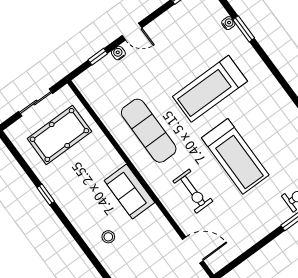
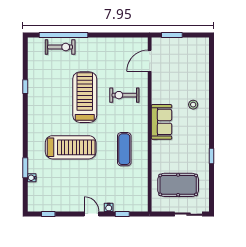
sliding door: (35, 103) -> (188, 214), moved
exercise mat: (149, 131) -> (124, 149), width x0.73, depth x0.69
exercise bike: (193, 191) -> (124, 95), turned -90
door: (193, 250) -> (150, 61), hinge flipped

